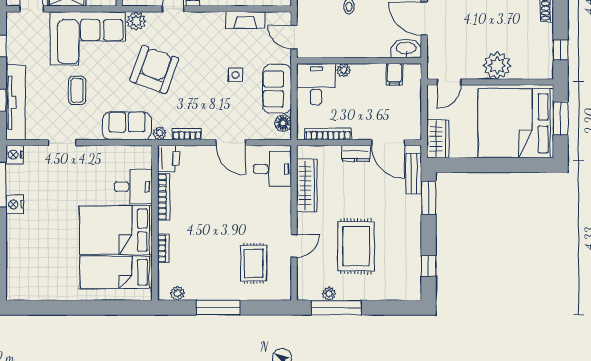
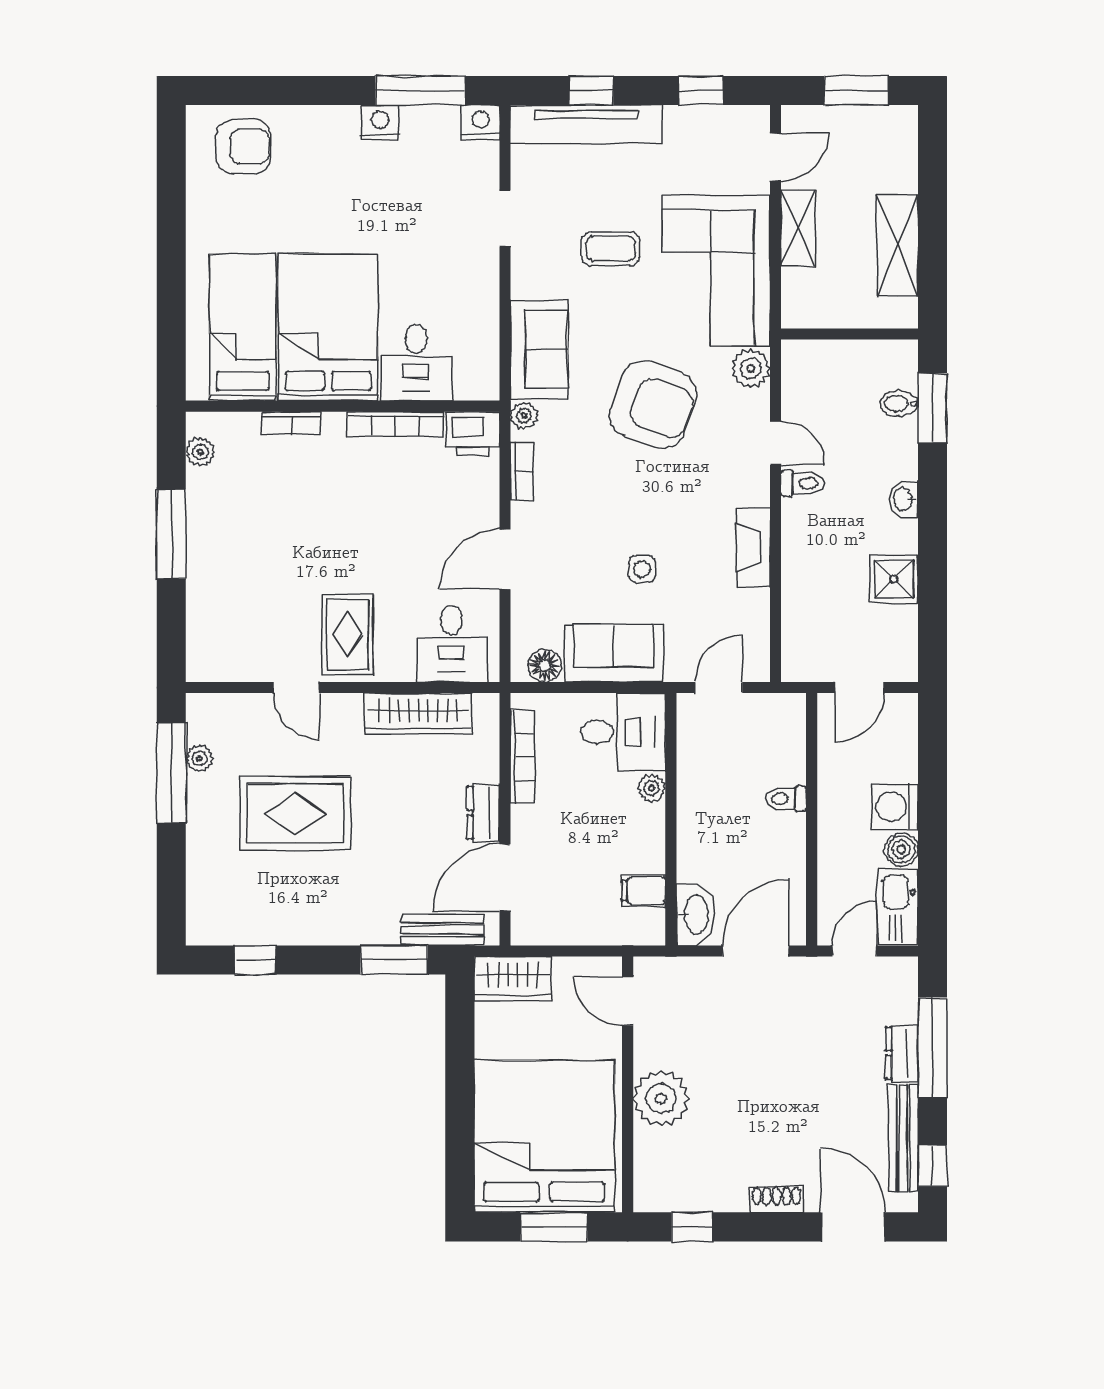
fireplace: (245, 20) -> (753, 547), moved
rug: (254, 263) -> (348, 635), moved, turned 90
armchair: (27, 272) -> (243, 147), added

